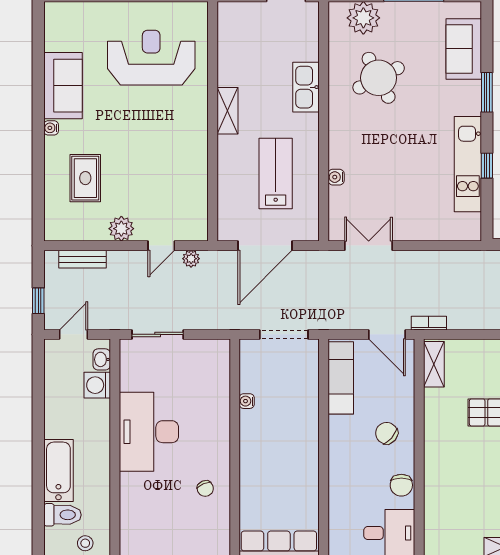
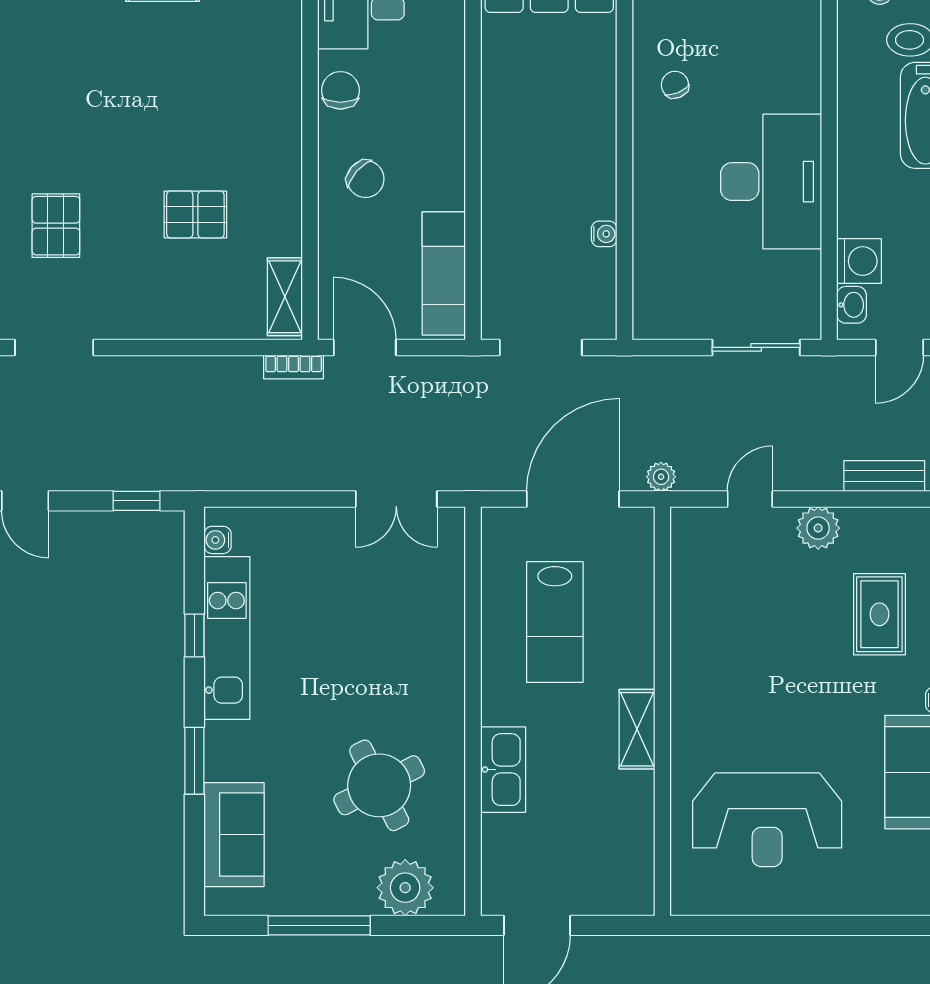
water cooler: (336, 177) -> (218, 540), moved, turned 180
plant: (191, 259) -> (661, 477), moved

